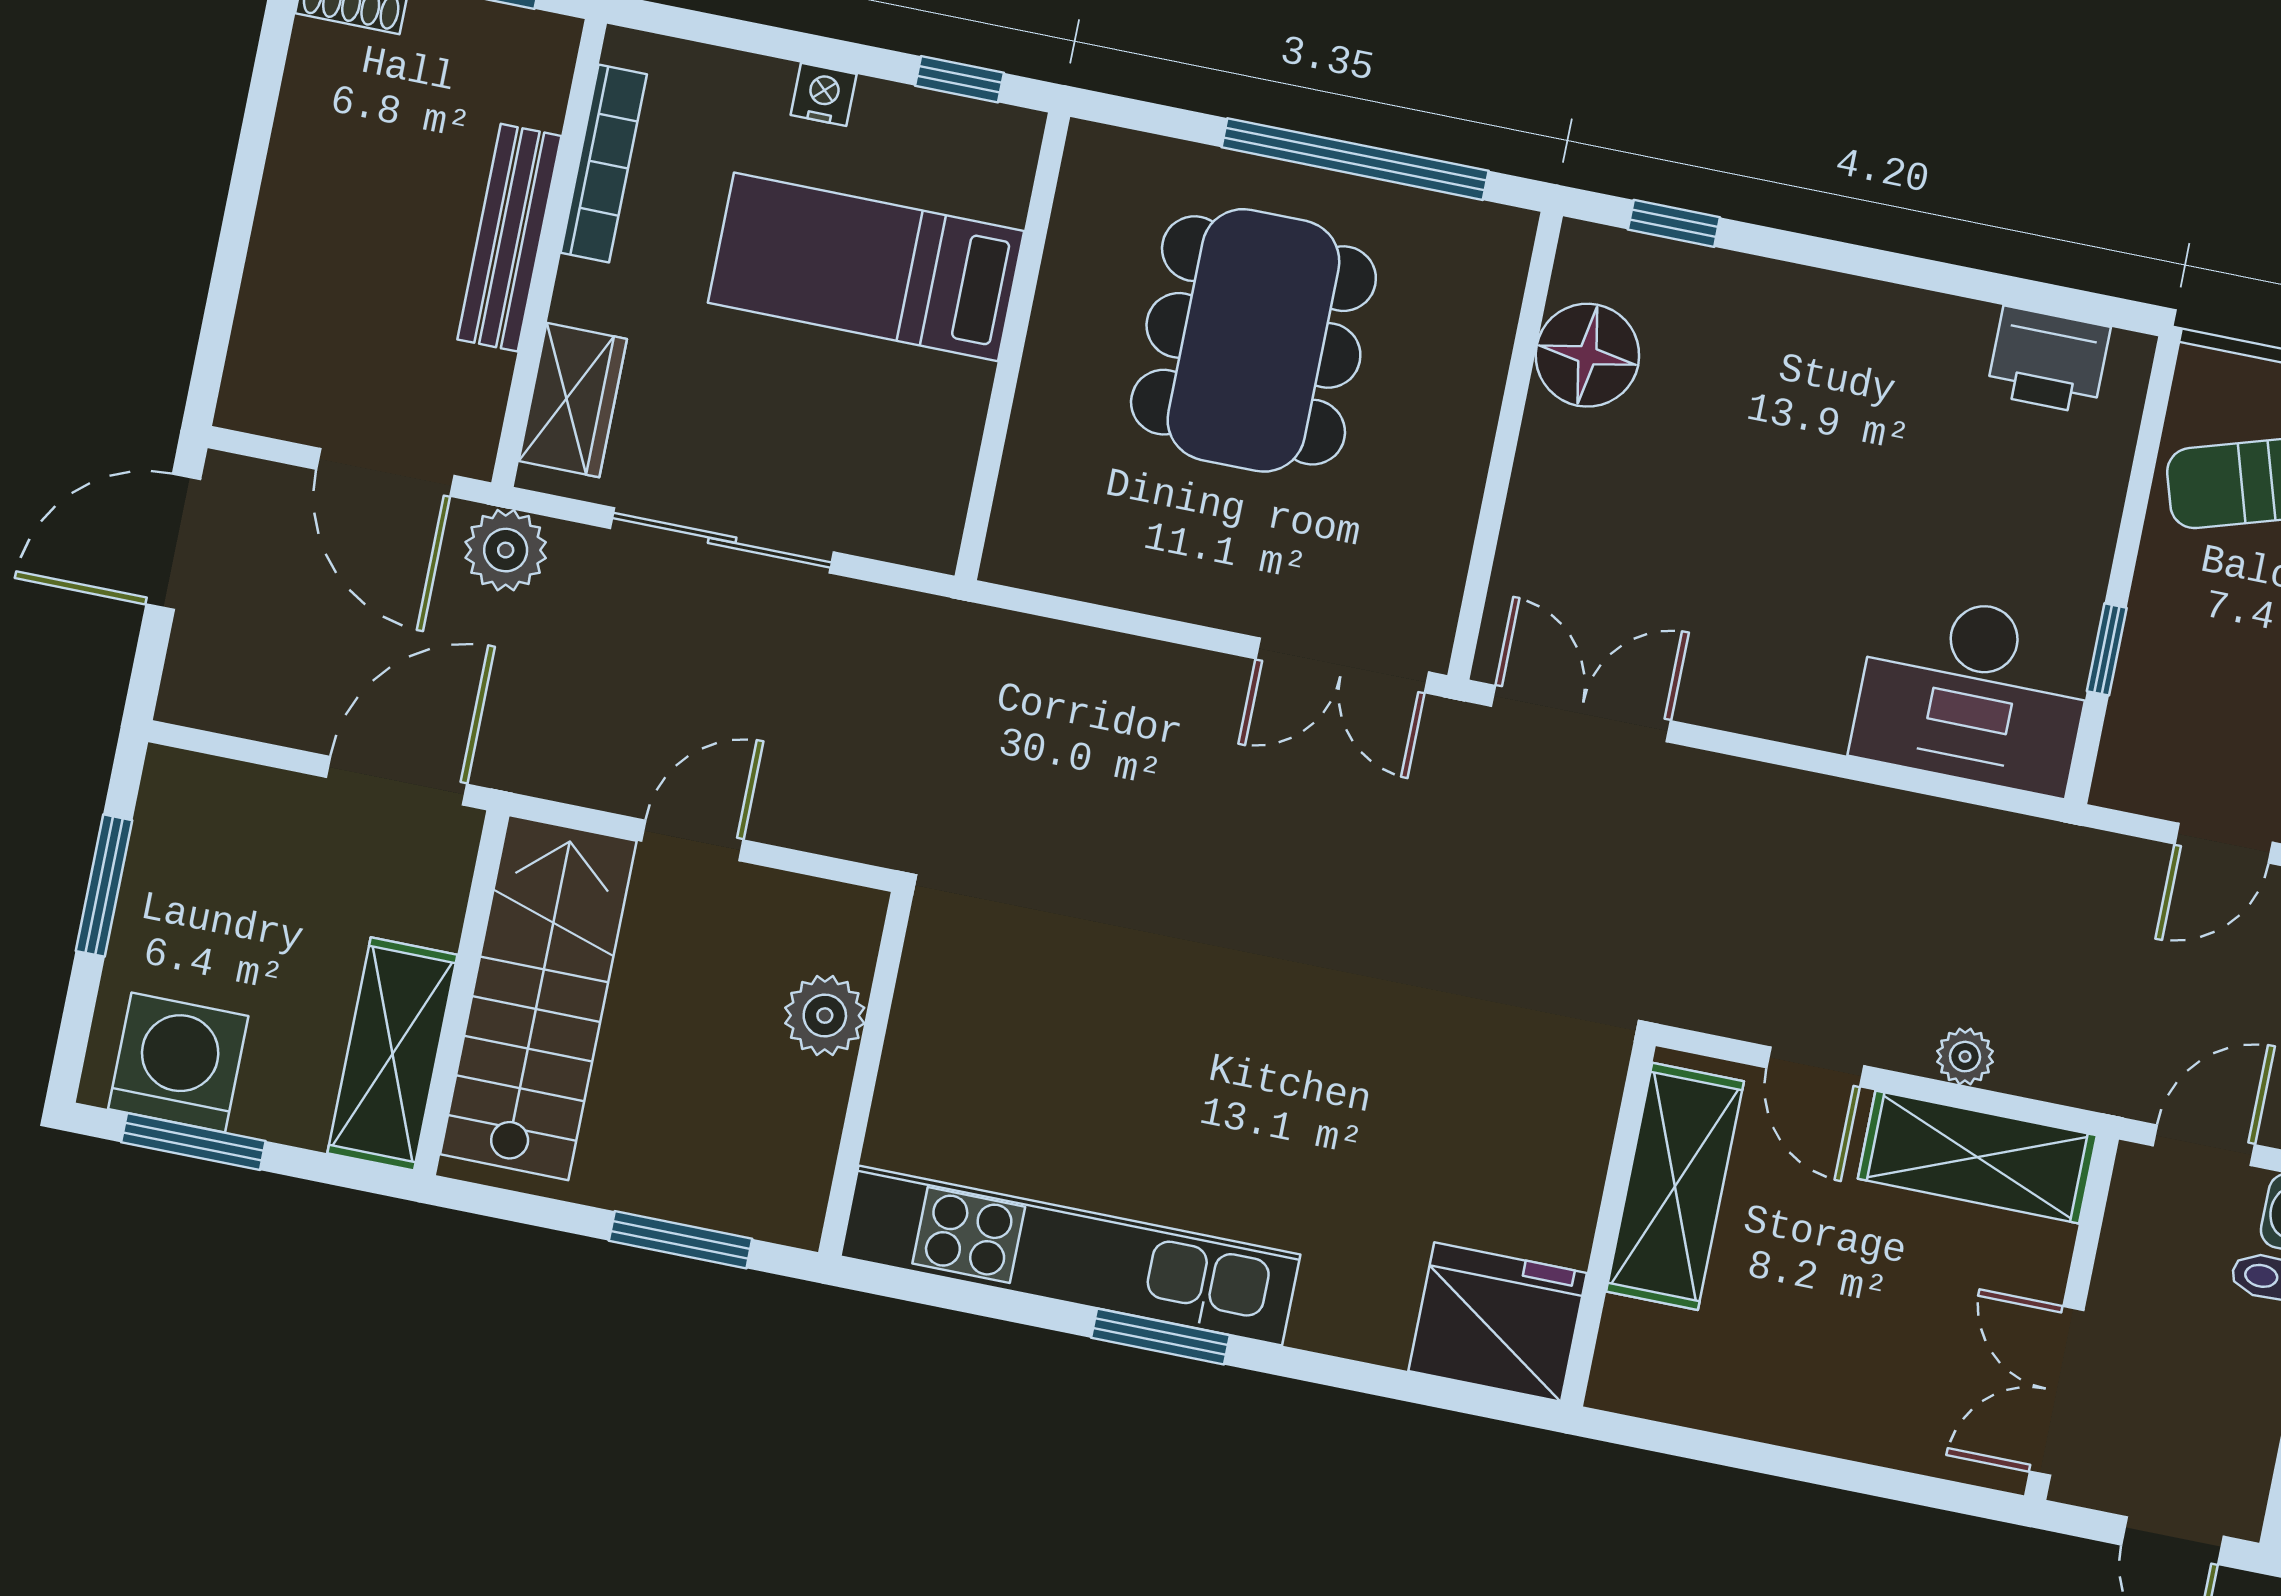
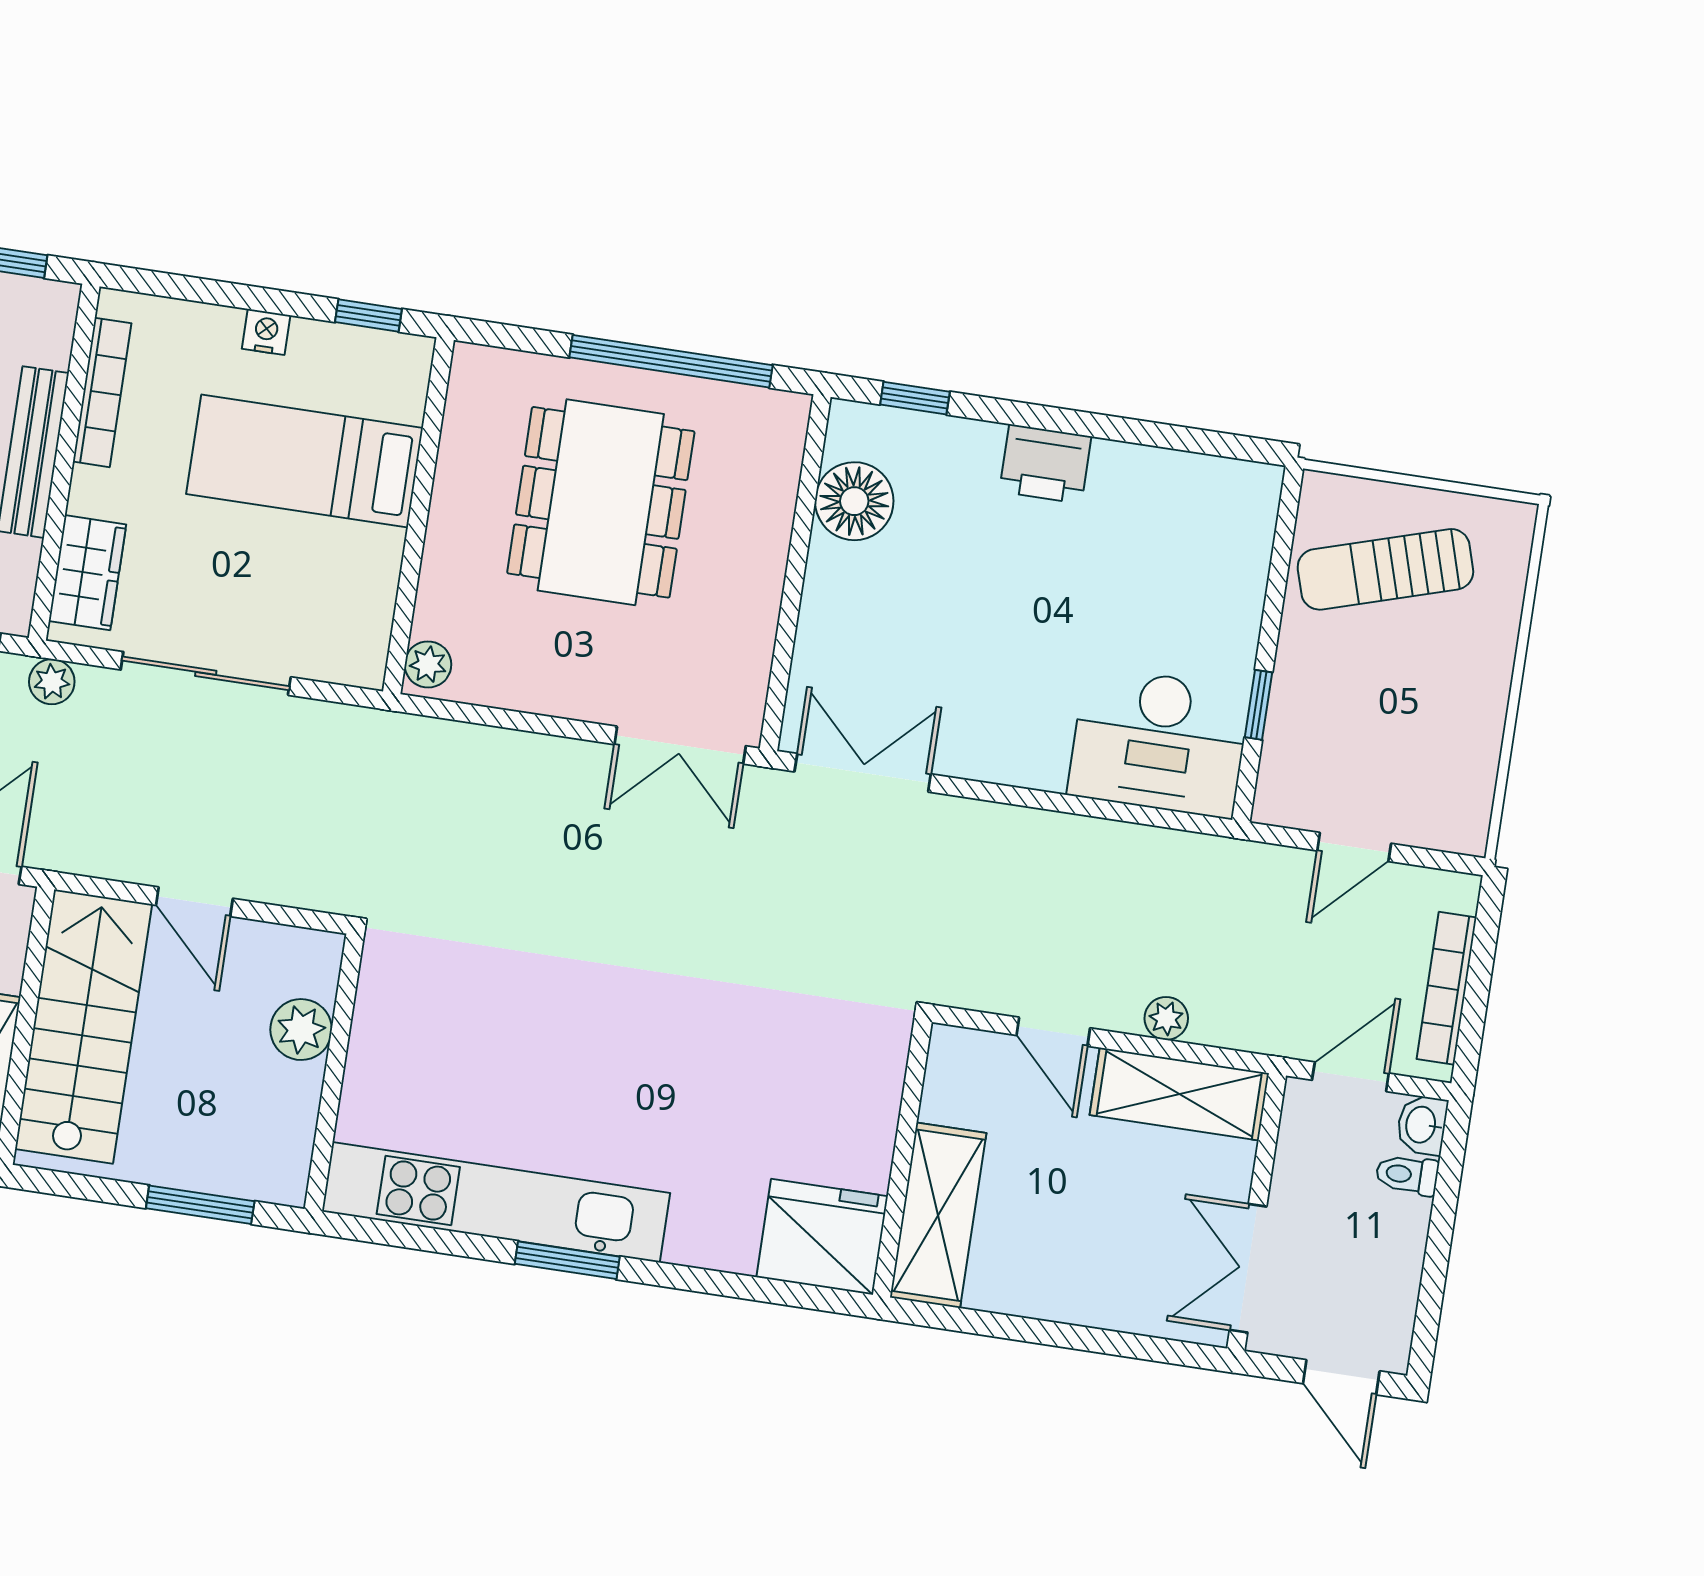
printer: (2048, 360) -> (1045, 464), moved
plant: (1015, 543) -> (428, 664), added
plant: (506, 550) -> (52, 682), width x0.73, depth x0.73
door: (692, 840) -> (194, 902), swing flipped
shelving: (1675, 1186) -> (938, 1215), moved

